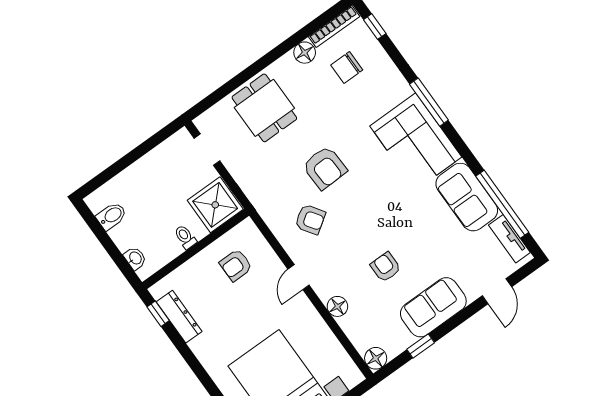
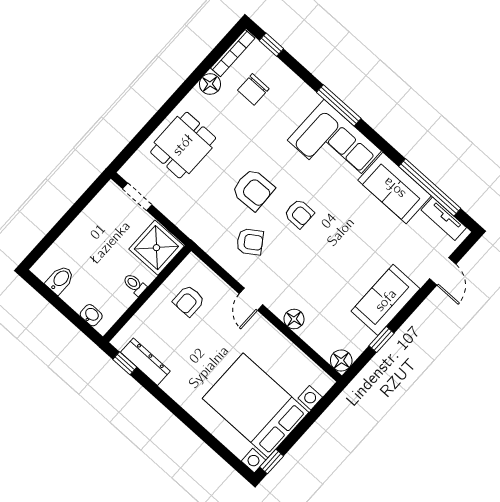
dining table: (264, 108) -> (183, 145), turned 90
armchair: (386, 267) -> (299, 214), moved, turned 180

